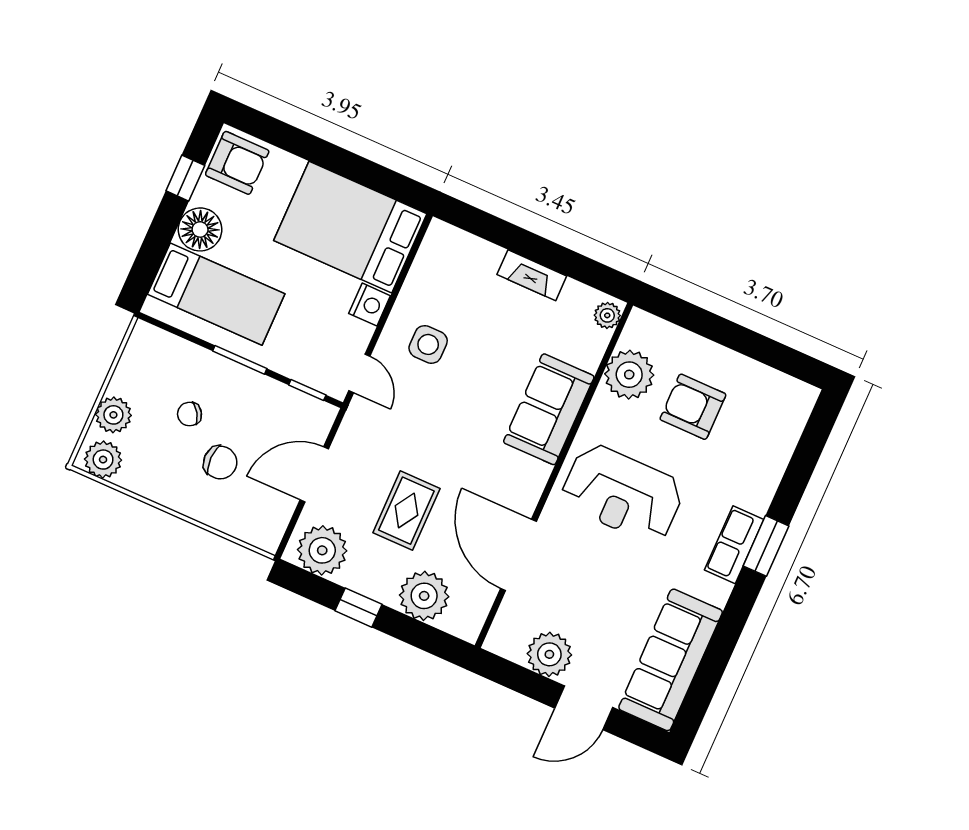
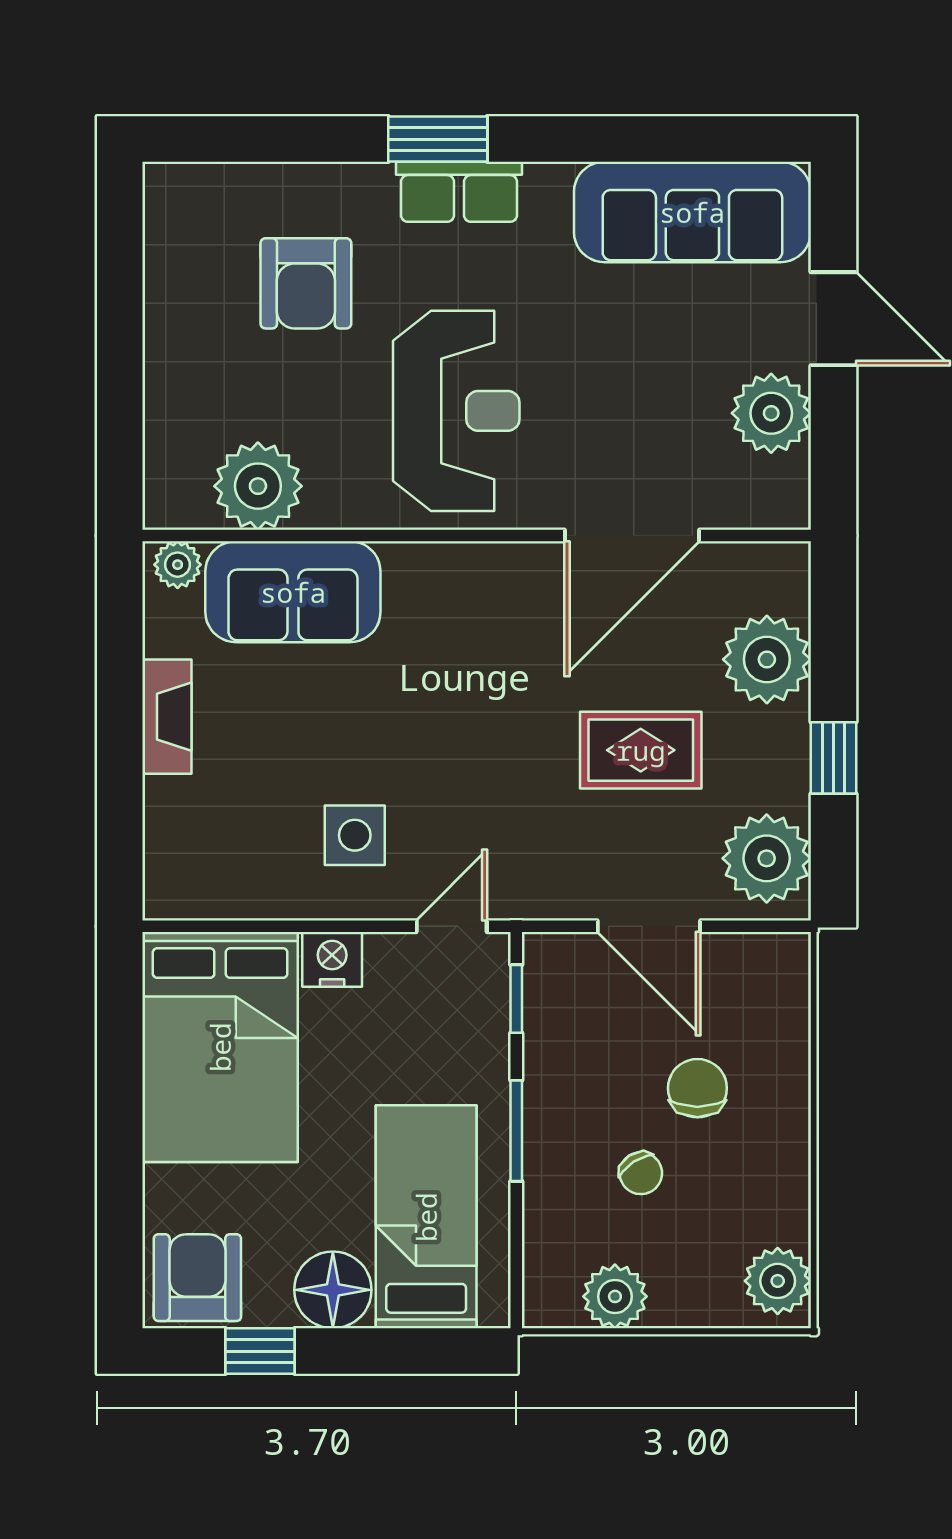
armchair: (693, 407) -> (306, 283), moved
sofa: (549, 409) -> (293, 592), moved
plant: (113, 415) -> (615, 1296), moved

